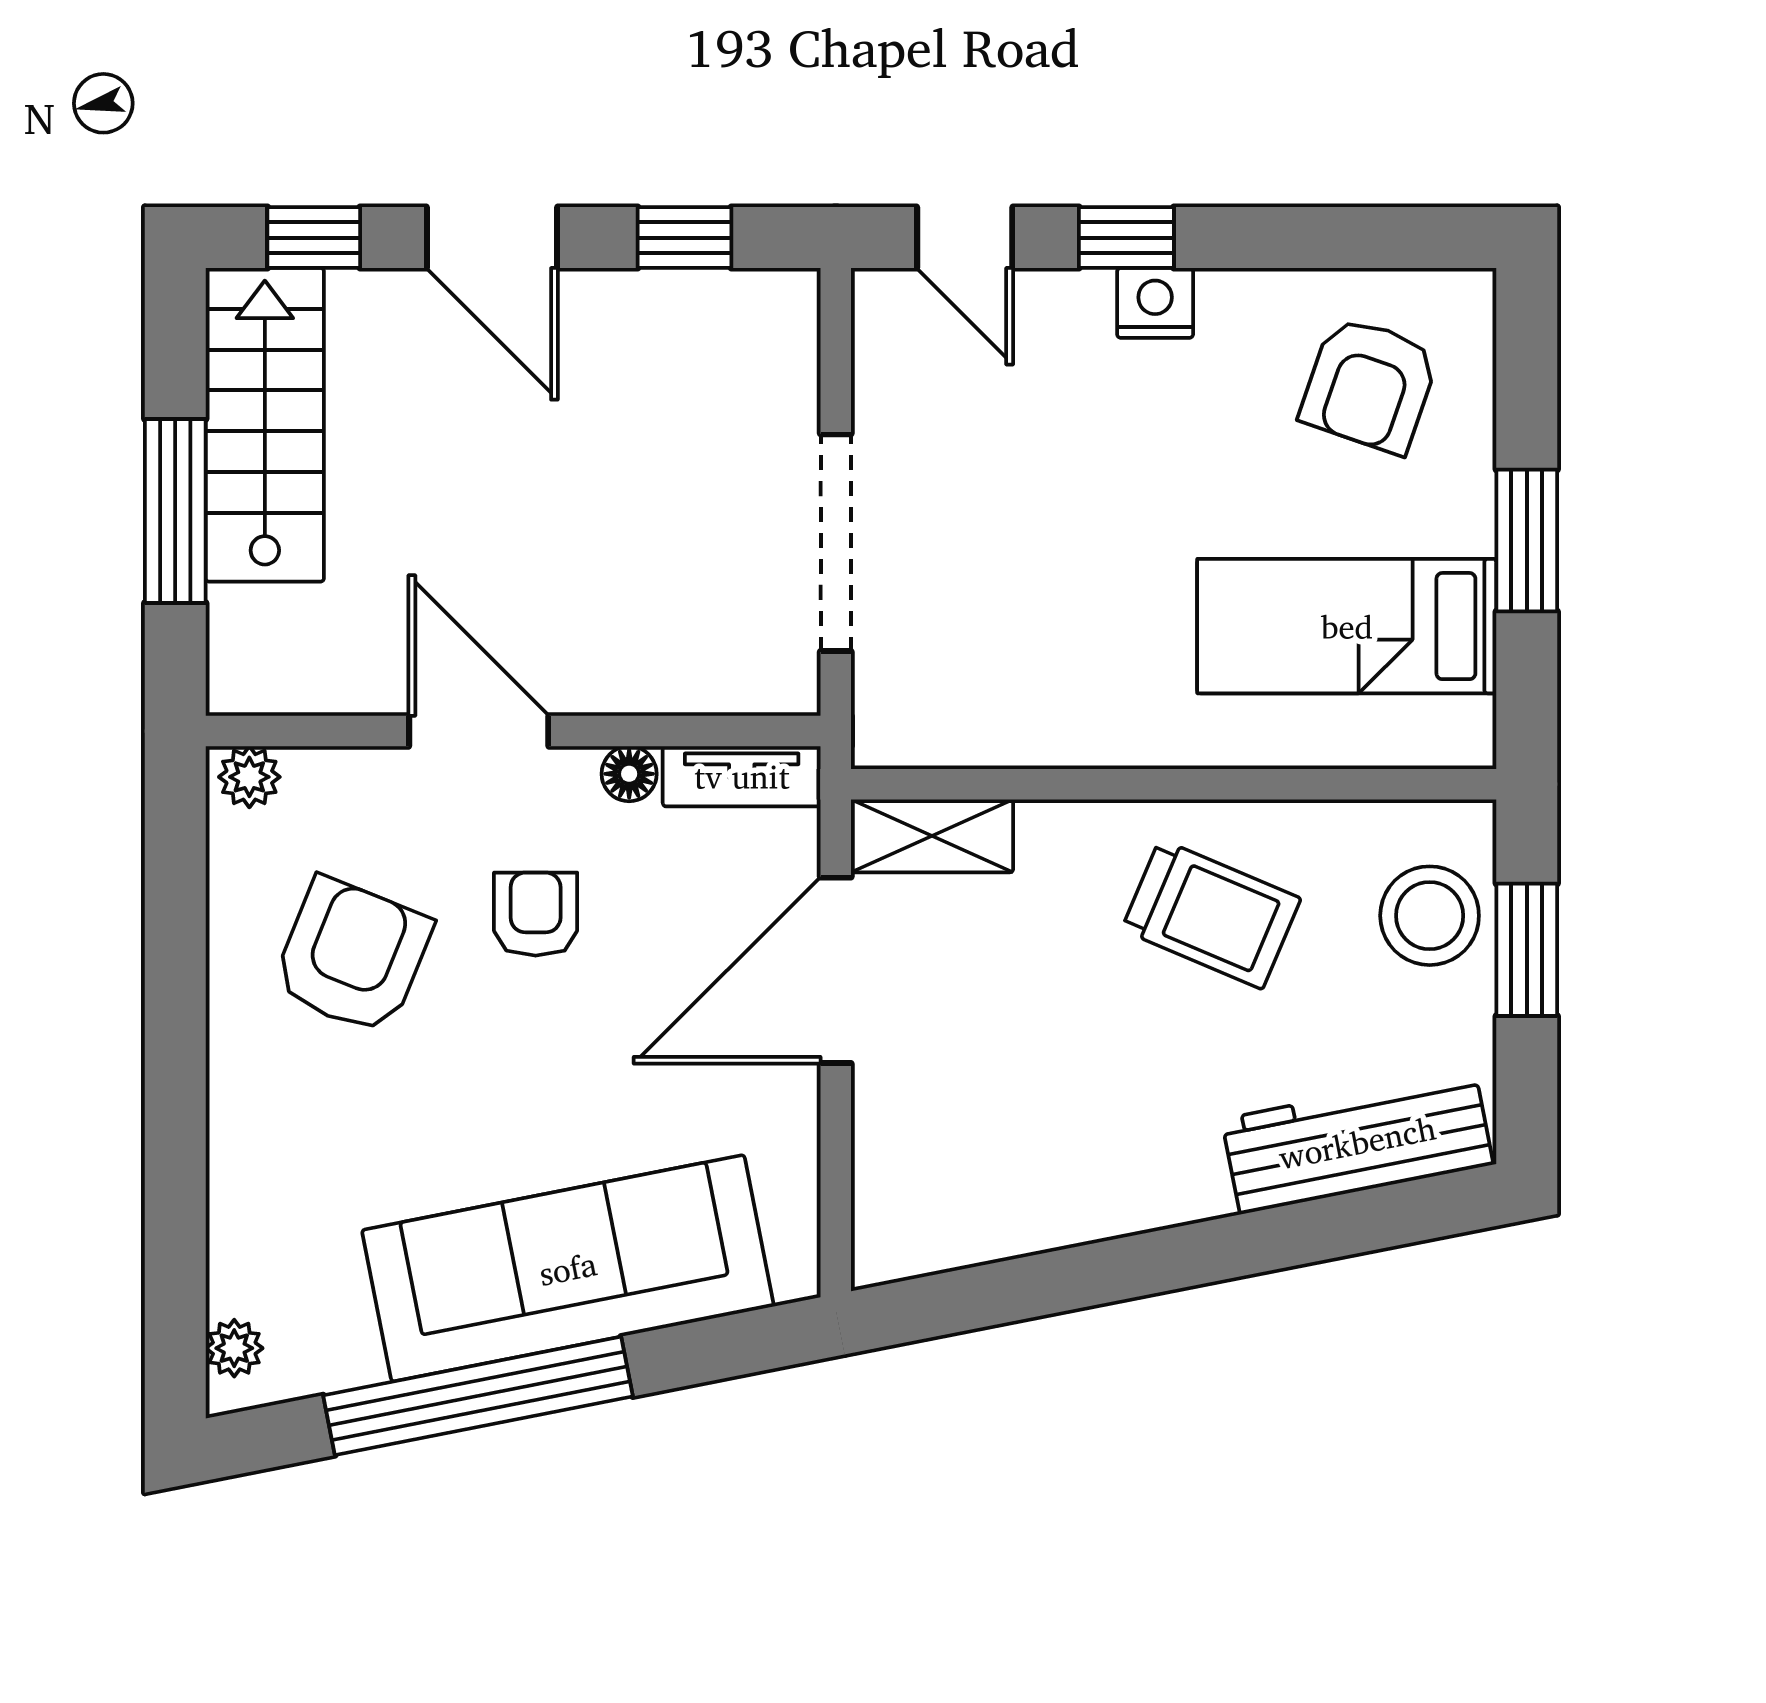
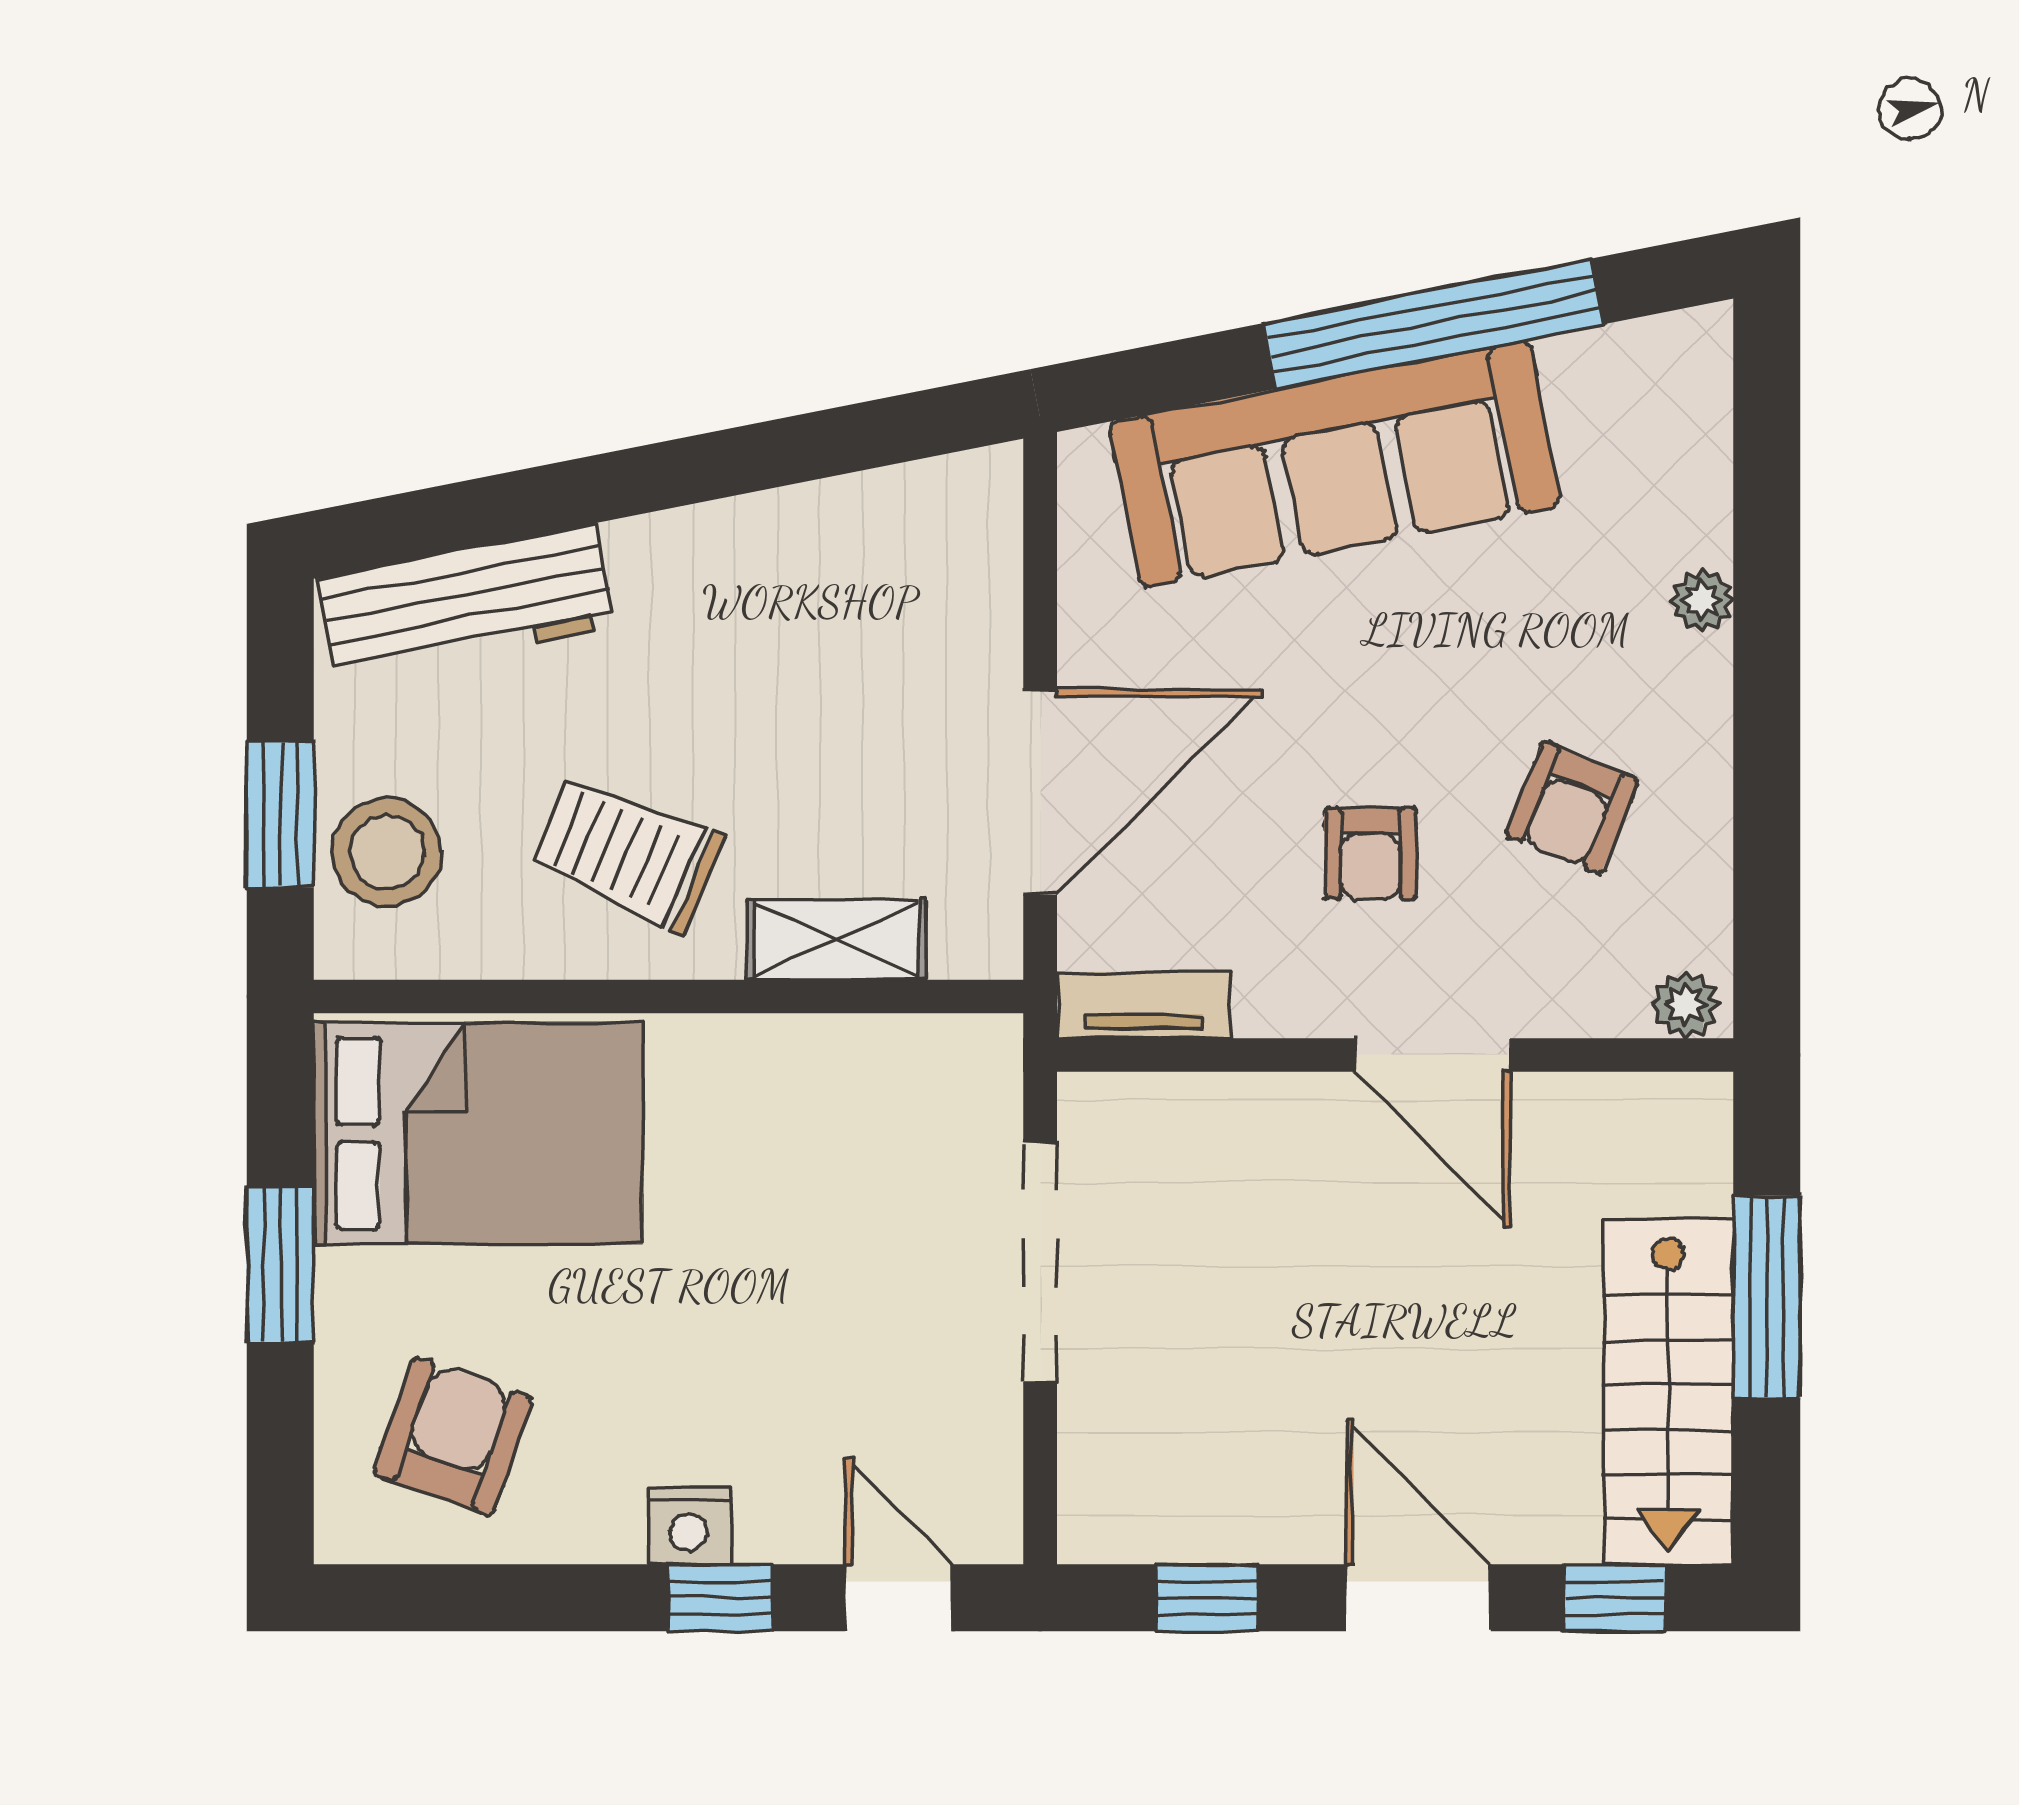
bed: (1347, 626) -> (478, 1133), width x1.50
floor lamp: (629, 774) -> (1267, 1008), removed
shelving: (932, 836) -> (837, 940), moved
armchair: (352, 956) -> (1572, 808), width x0.72, depth x0.72
plant: (234, 1348) -> (1702, 600), moved

